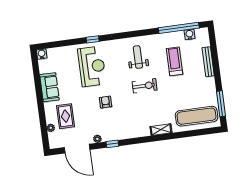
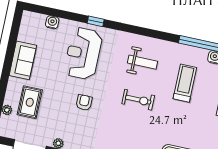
water cooler: (42, 54) -> (52, 22), moved
weight bench: (138, 57) -> (142, 62), turned 90
reception desk: (92, 66) -> (83, 53), turned 180

